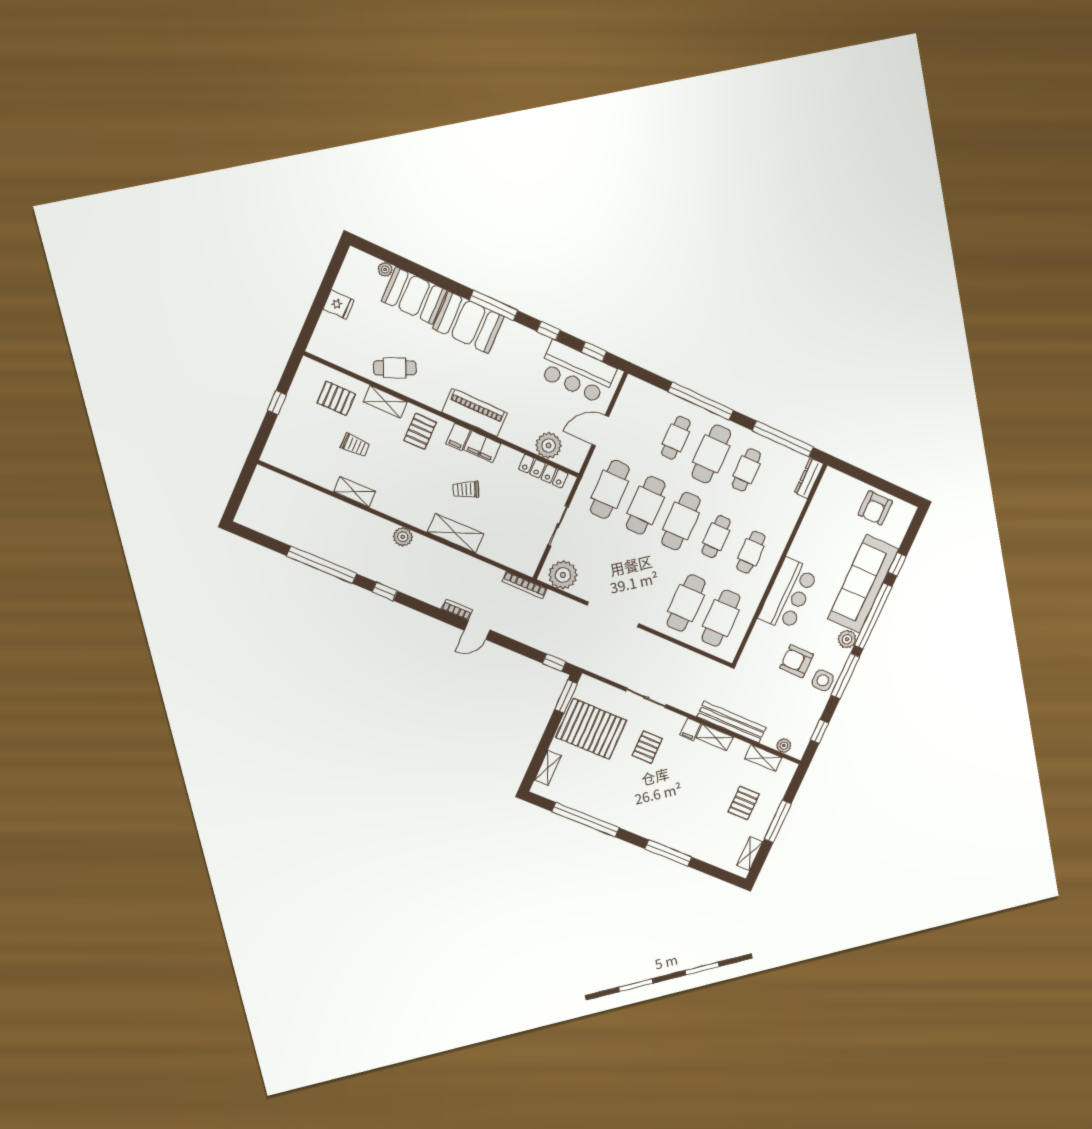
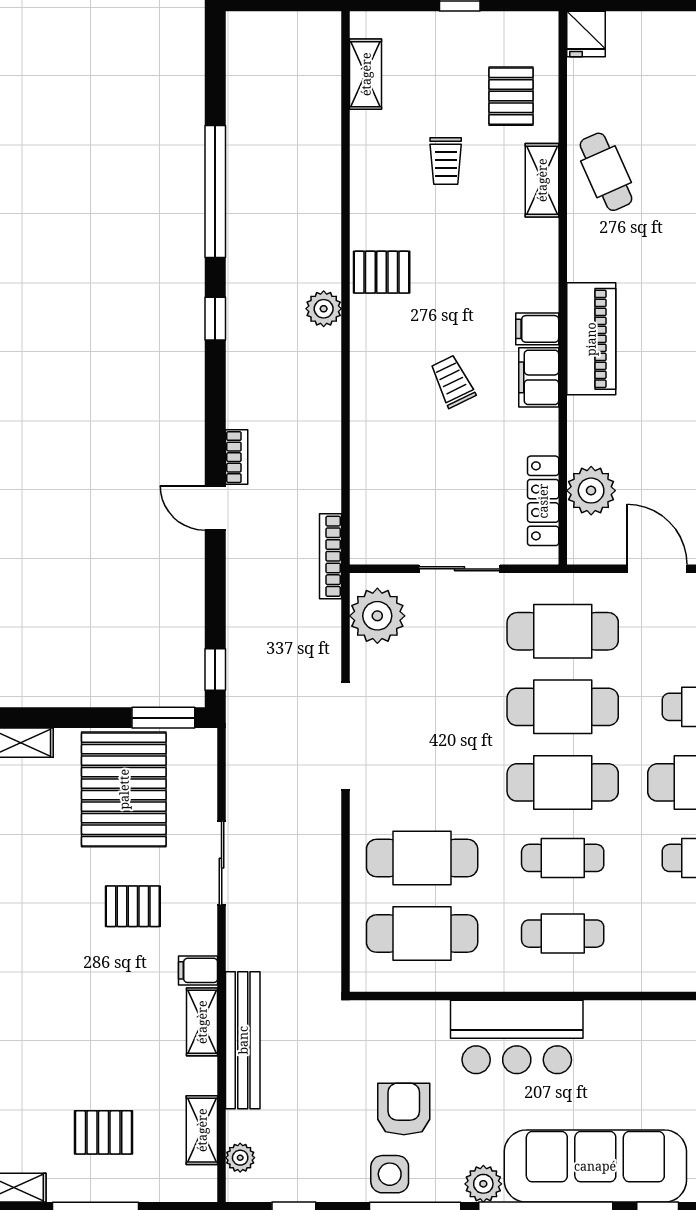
fridge: (339, 305) -> (586, 34), moved
pallet: (420, 431) -> (382, 272), moved
shelving: (354, 492) -> (366, 74), moved
shelving: (456, 533) -> (369, 396), removed

